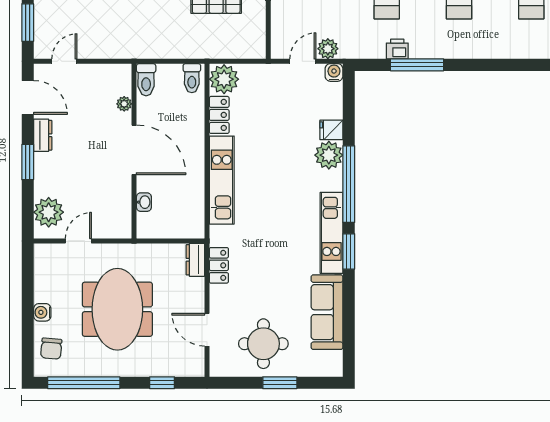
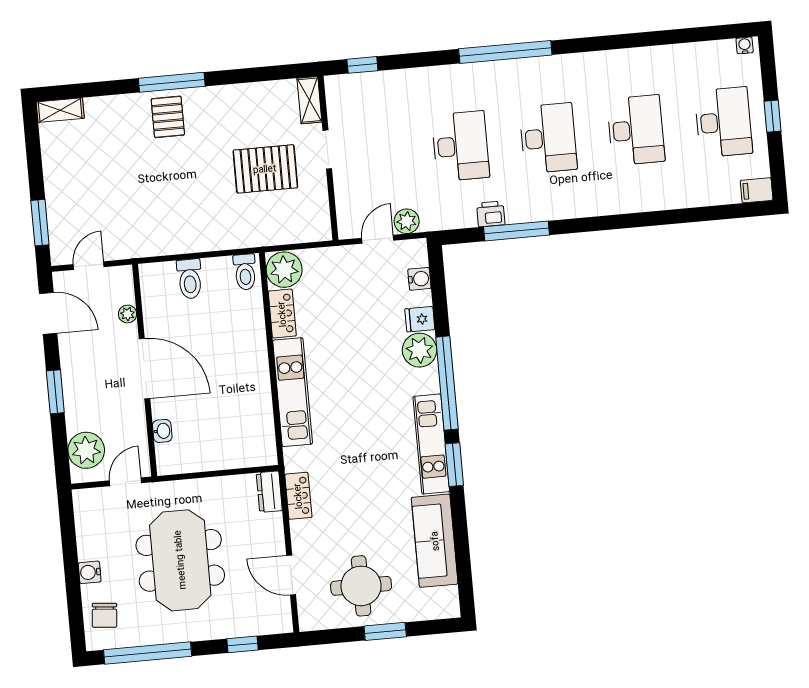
water cooler: (334, 72) -> (419, 279), moved, turned 90
plant: (124, 104) -> (128, 314), moved
dresser: (43, 135) -> (71, 358), removed
door: (134, 150) -> (144, 369), moved
wall: (134, 151) -> (145, 370), moved
washbasin: (144, 202) -> (162, 431), moved

